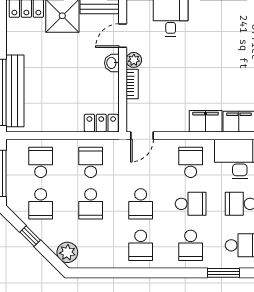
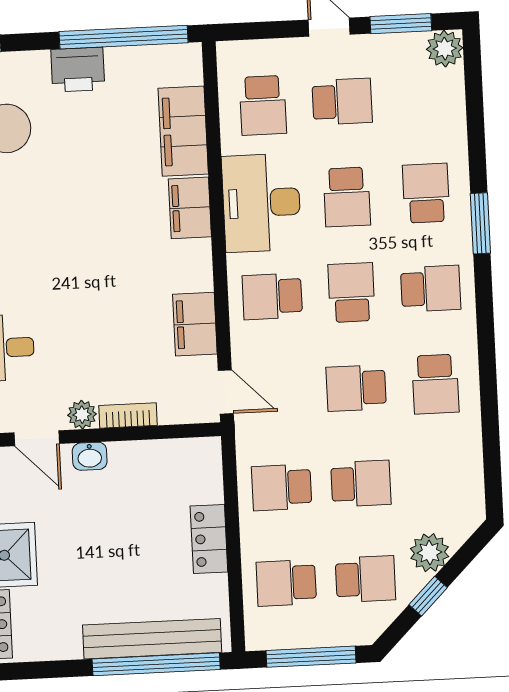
filing cabinet: (206, 121) -> (195, 324), moved
locker: (101, 123) -> (209, 539), moved
school desk: (141, 204) -> (356, 388), turned 180
school desk: (141, 245) -> (435, 384), turned 90
plant: (67, 252) -> (430, 553), moved

